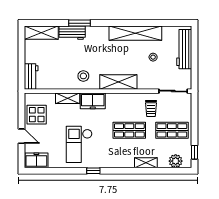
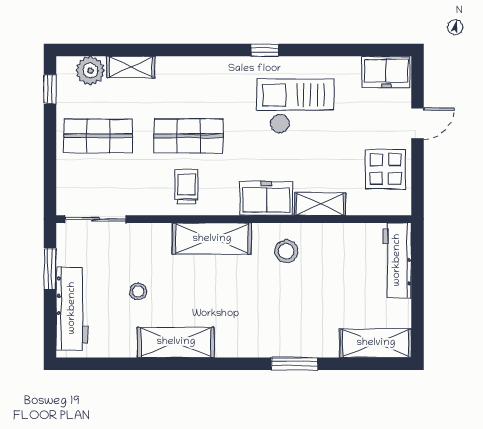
workbench: (72, 33) -> (310, 343), removed
shelving: (135, 33) -> (176, 342), width x0.68
window: (195, 68) -> (50, 269), added
workbench: (31, 76) -> (397, 260), width x1.38
trolley: (151, 108) -> (186, 187), moved
door: (22, 136) -> (418, 123), swing flipped
checkout: (79, 144) -> (295, 106), turned -90
shelving: (146, 163) -> (131, 67), moved

